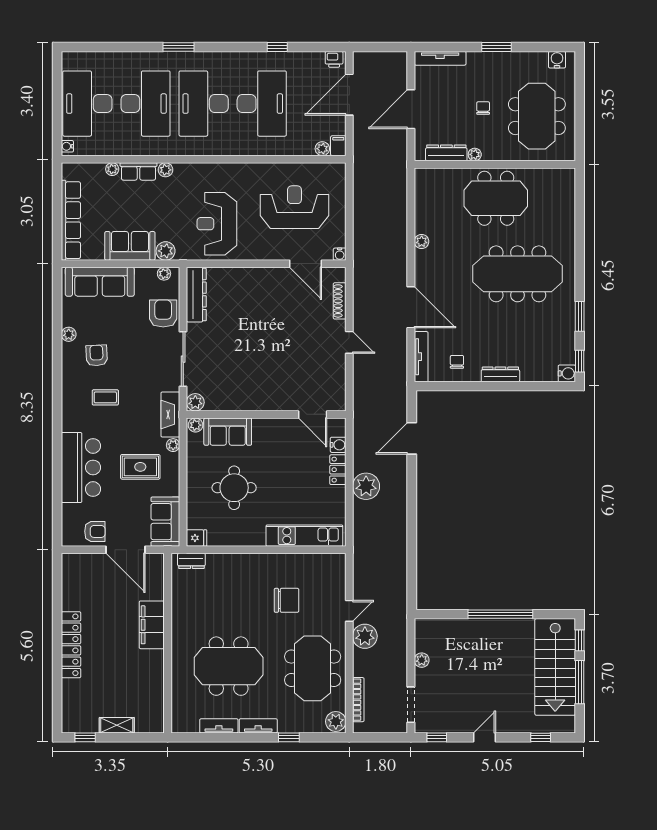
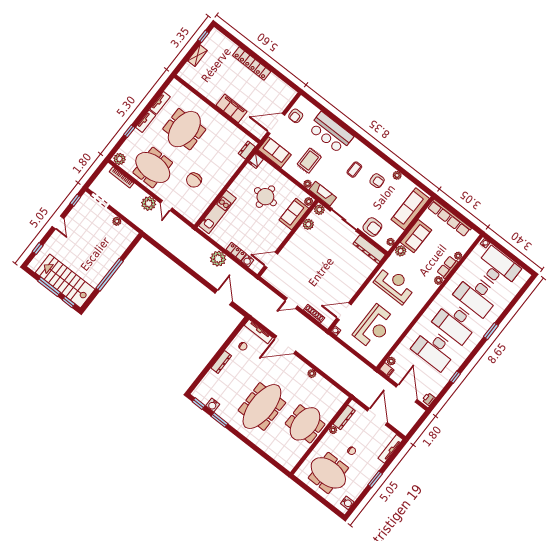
desk: (204, 104) -> (455, 322), turned 180
water cooler: (567, 373) -> (213, 405), moved
plant: (226, 402) -> (308, 224), added

